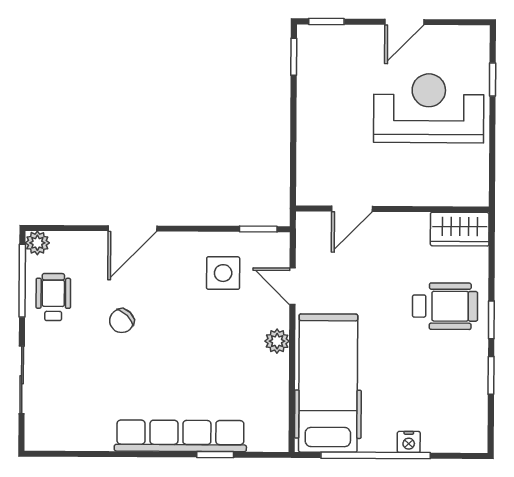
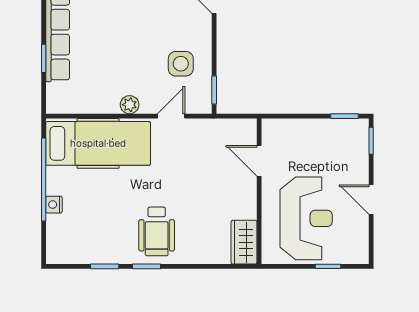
door: (352, 209) -> (259, 161), moved
wall: (392, 209) -> (259, 191), moved
wardrobe: (460, 229) -> (244, 242), moved

